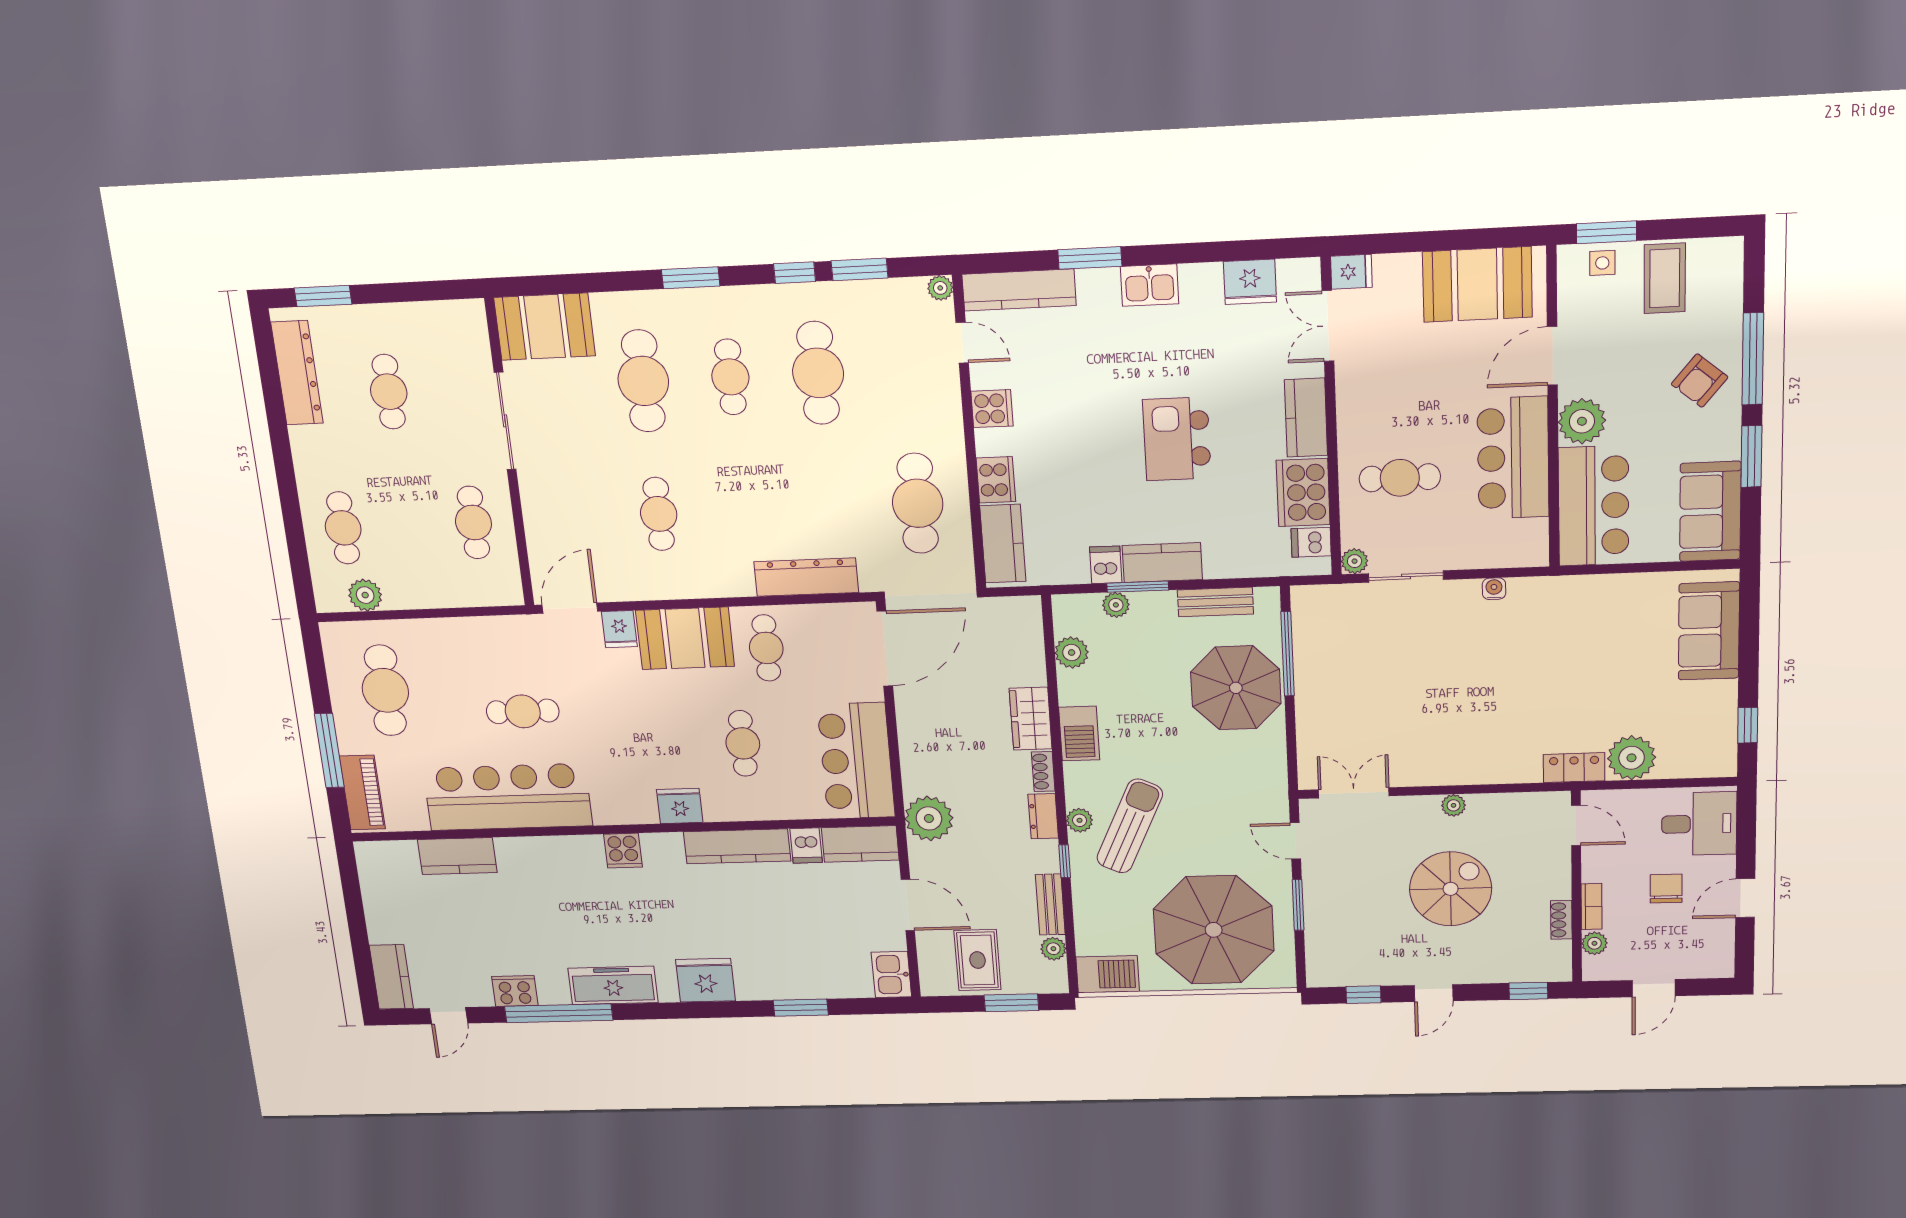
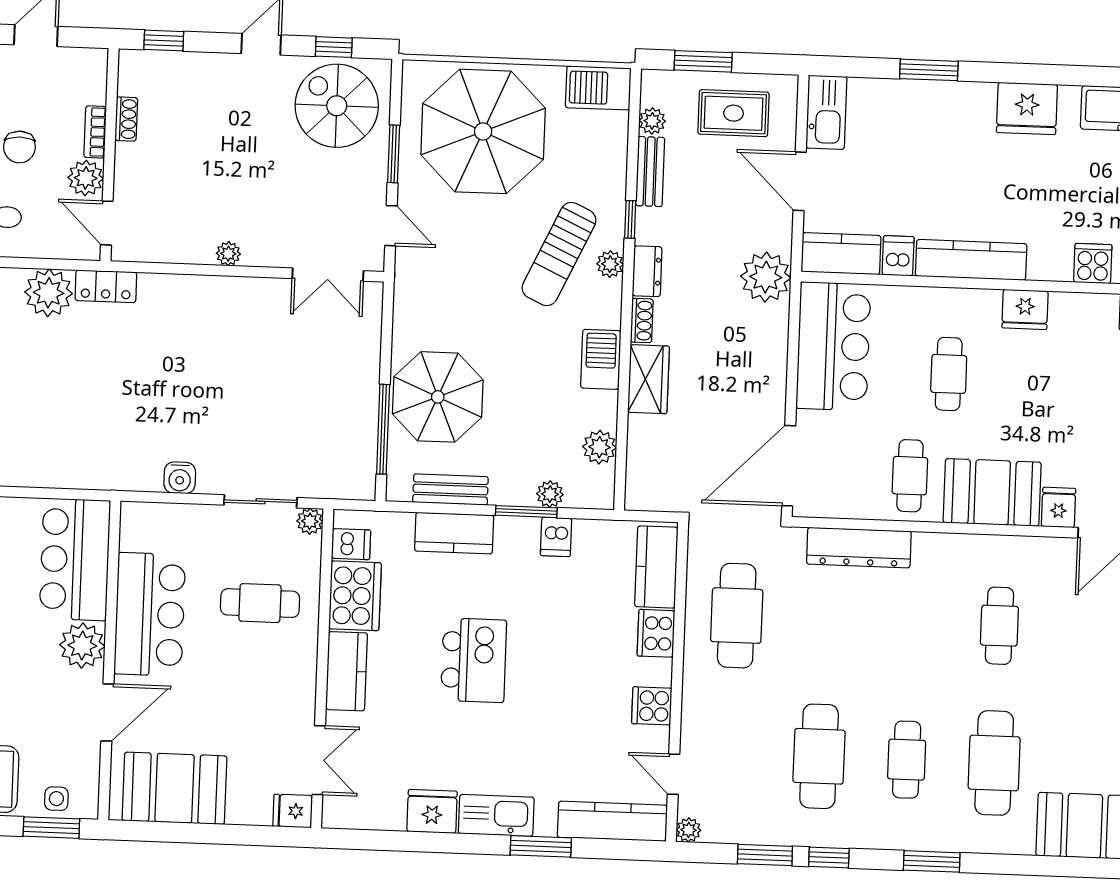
fridge: (1250, 282) -> (432, 811), moved
kitchen sink: (1150, 285) -> (496, 815), width x1.38
kitchen counter: (1162, 563) -> (454, 533), moved
water cooler: (1494, 589) -> (180, 478), width x1.38, depth x1.38
spiral stairs: (1451, 889) -> (337, 106), moved, turned 90
plant: (1594, 943) -> (86, 178), moved, width x1.38, depth x1.38
rug: (978, 960) -> (734, 113), turned 90
kitchen sink: (891, 975) -> (826, 112), width x1.38

